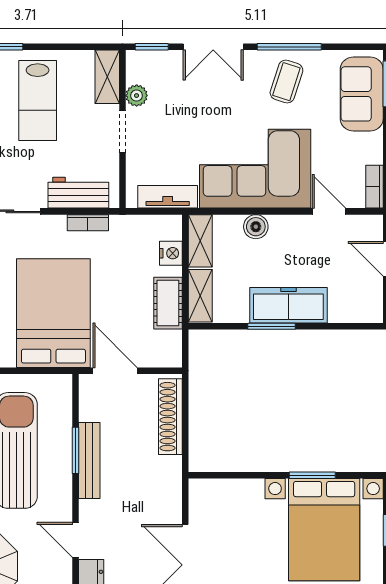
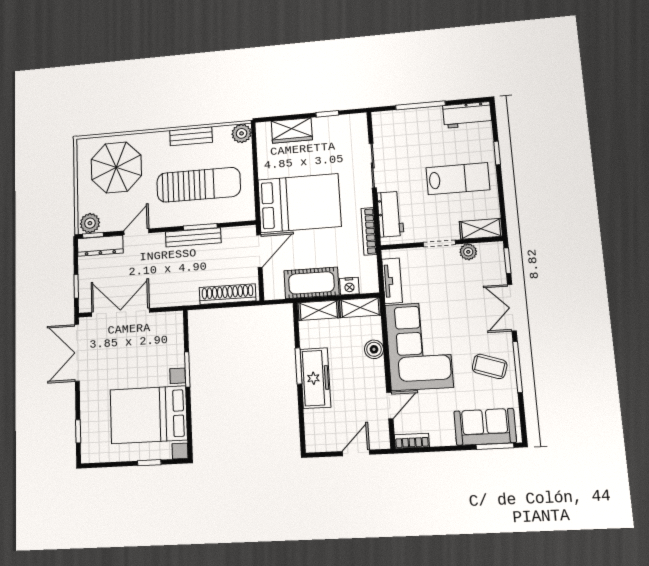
lab bench: (38, 101) -> (458, 179), turned 180
bookcase: (88, 223) -> (369, 231), width x1.56
cot: (168, 303) -> (311, 283), width x1.37, depth x1.34
window: (312, 475) -> (187, 369), moved

